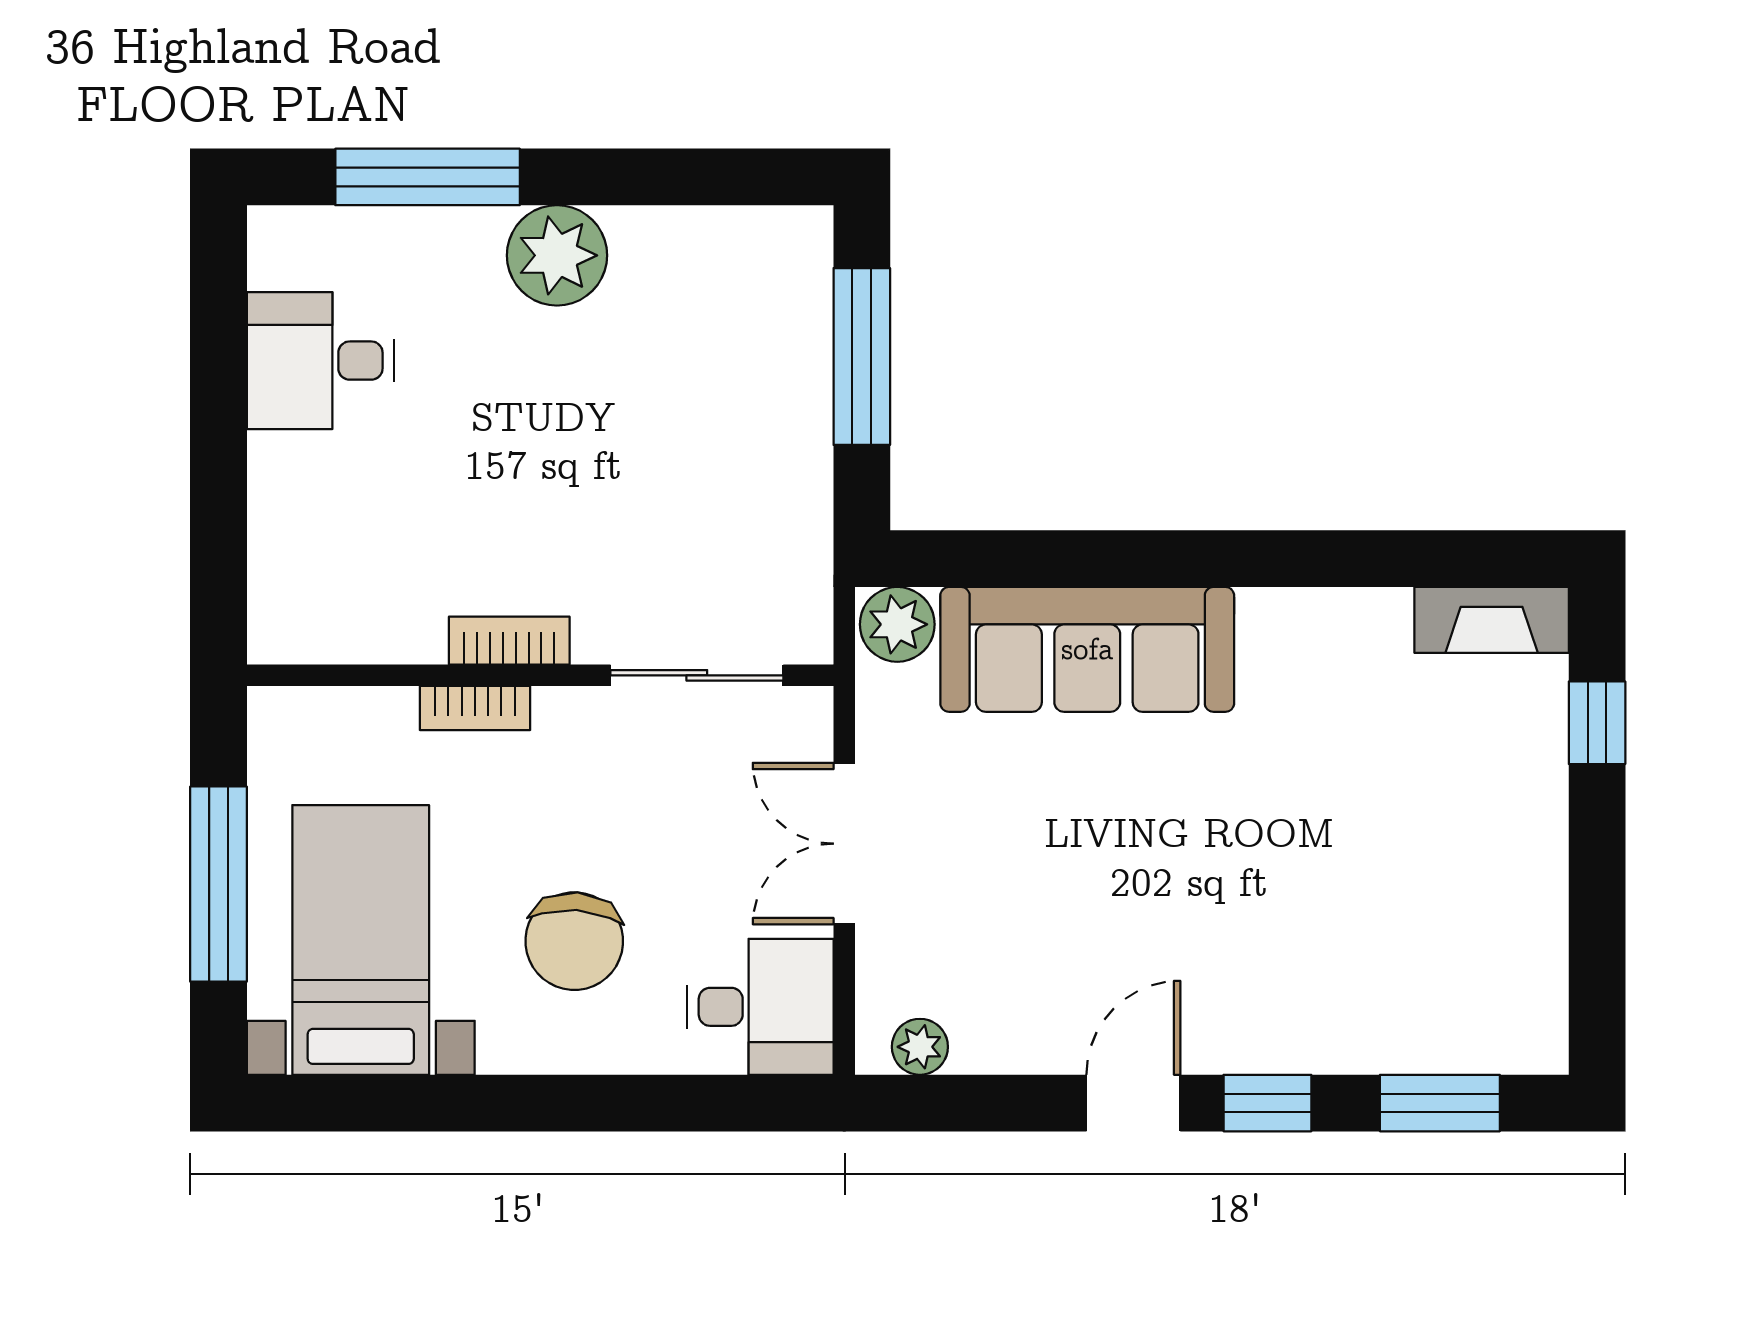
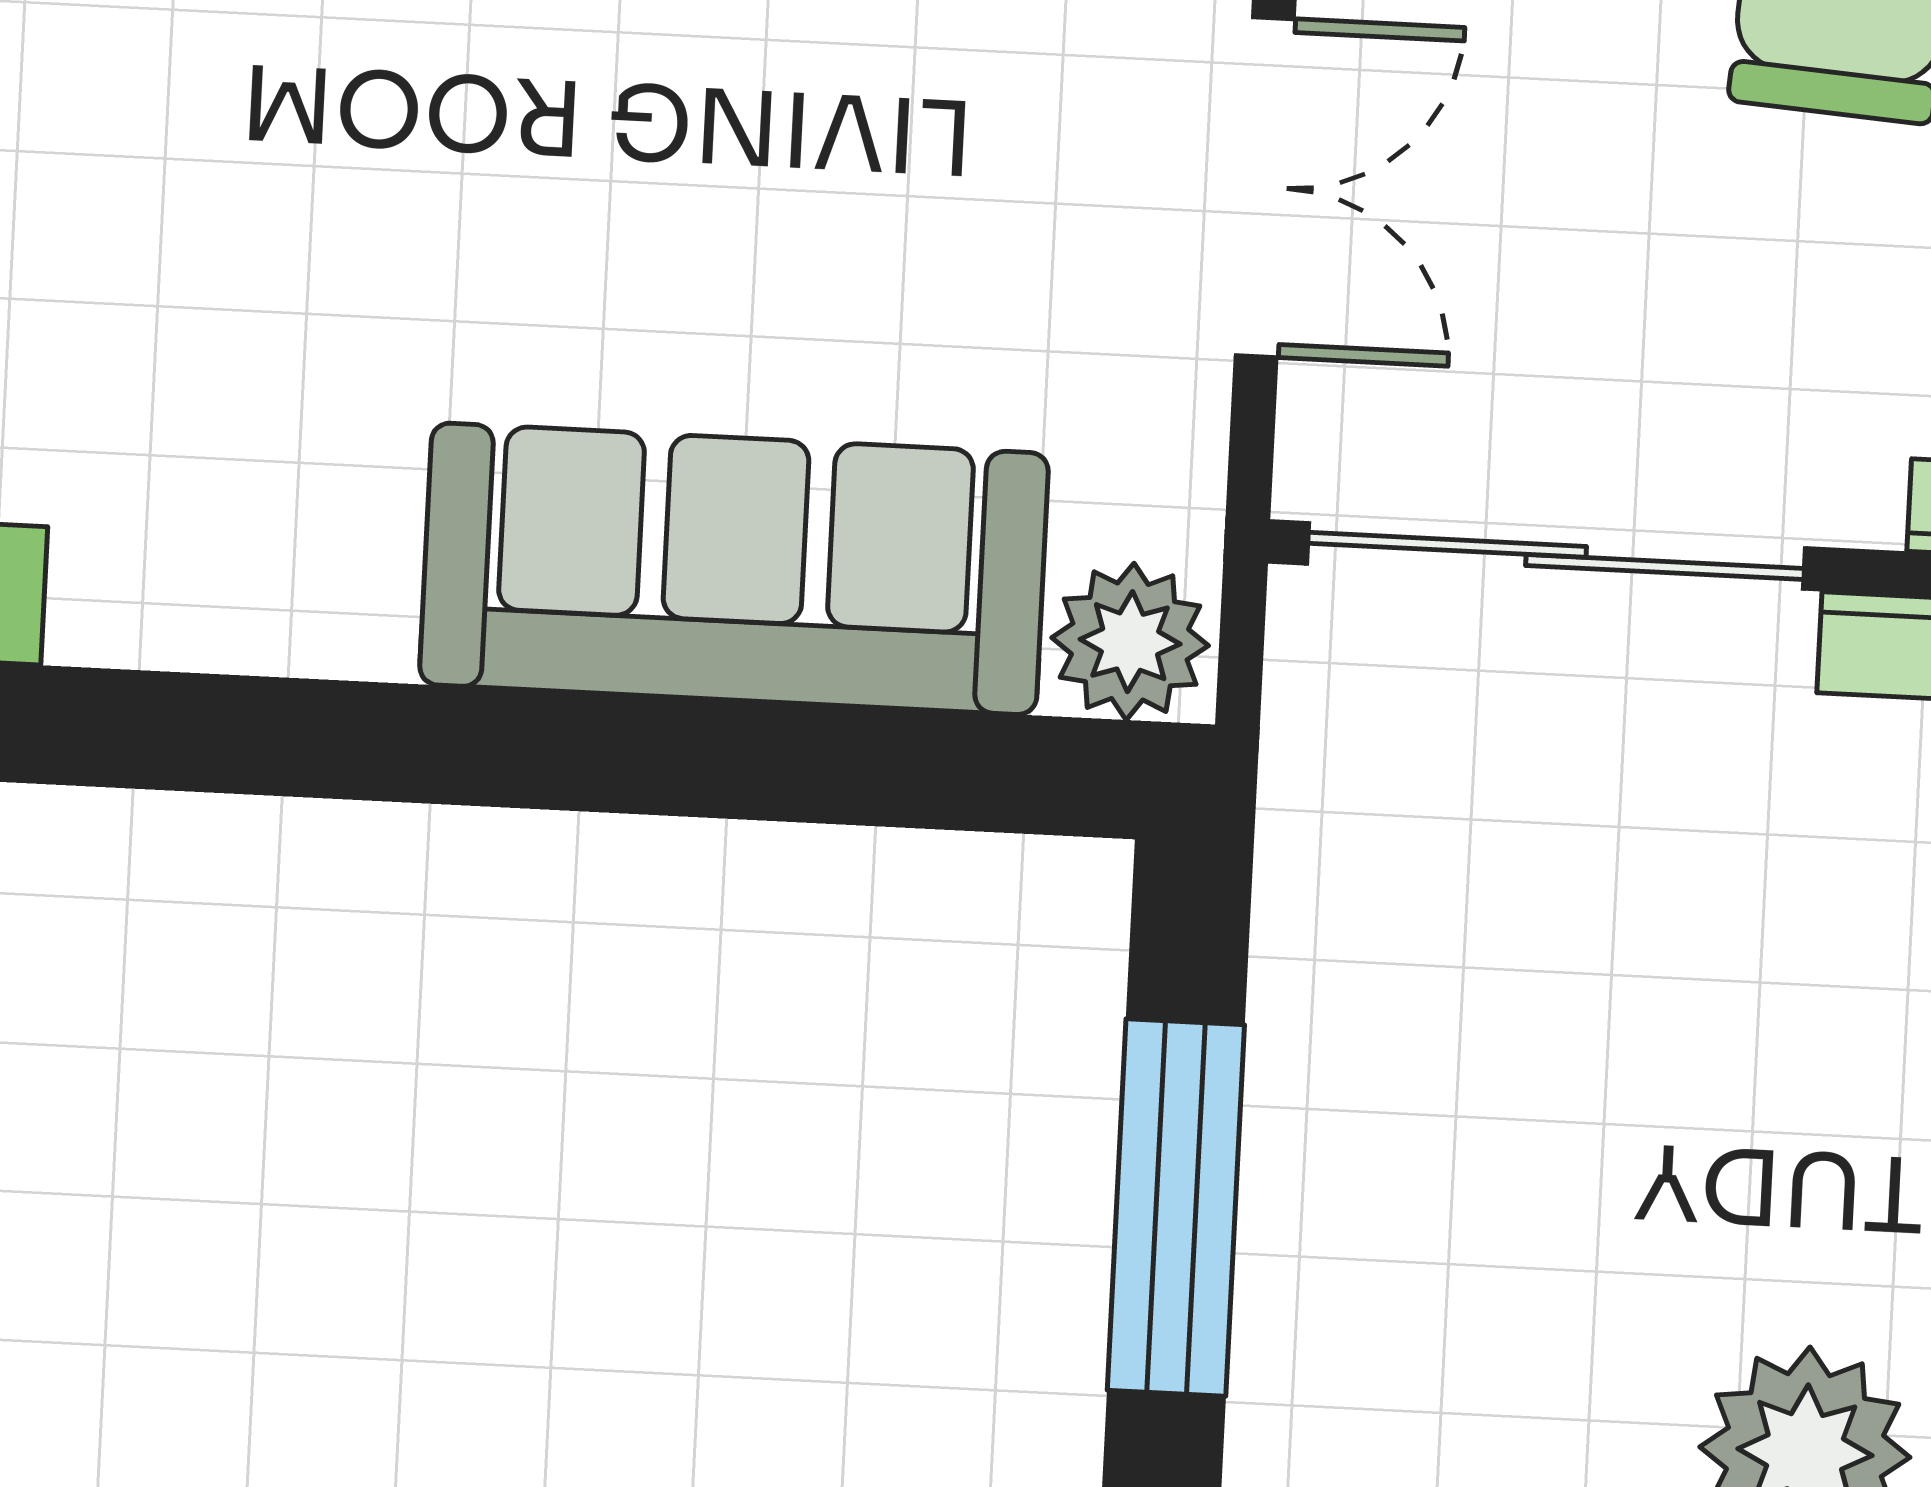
sliding door: (697, 675) -> (1556, 556), width x1.37

